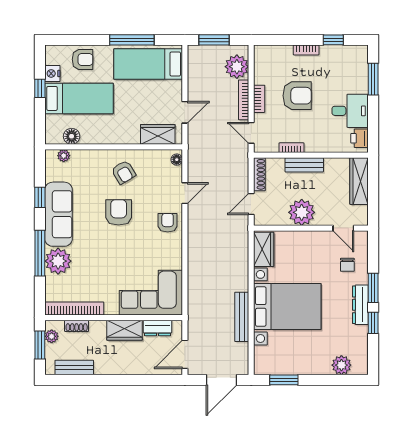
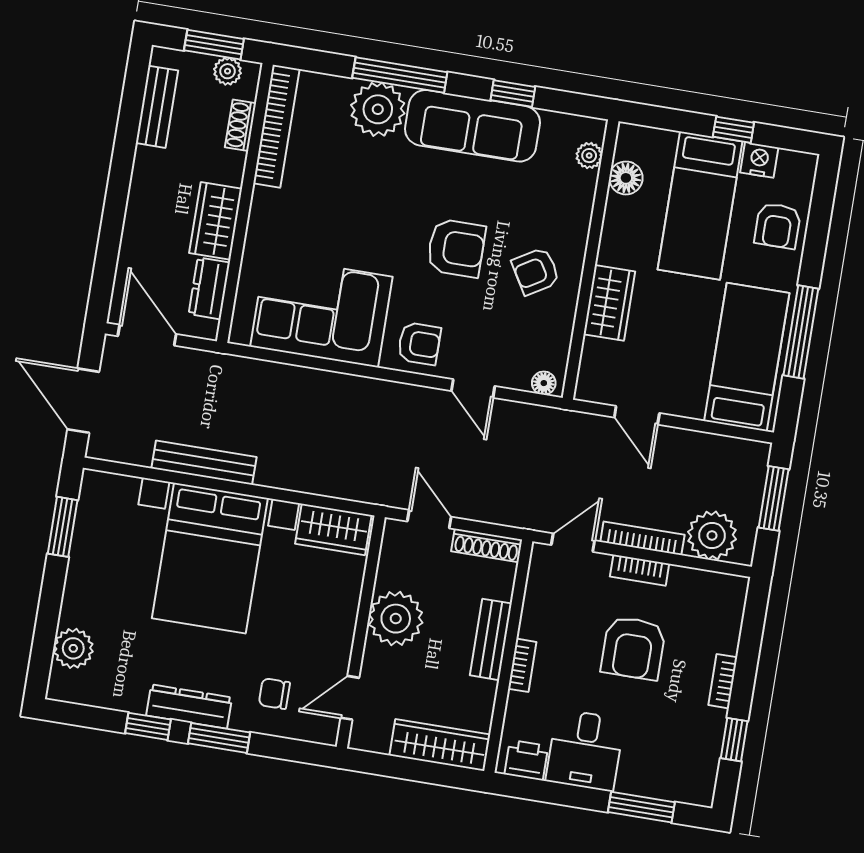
wardrobe: (158, 134) -> (609, 303), moved
bookcase: (292, 148) -> (522, 665), moved
corner sofa: (151, 293) -> (321, 312), moved, turned -90

